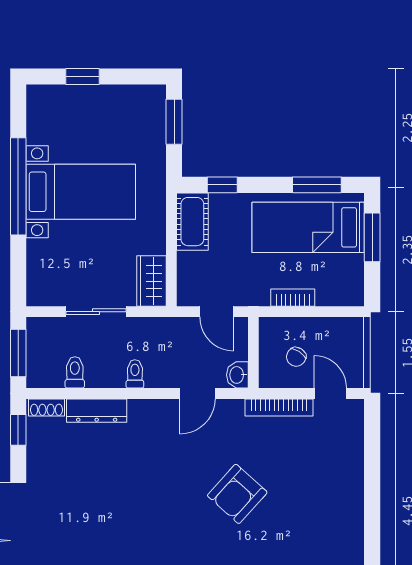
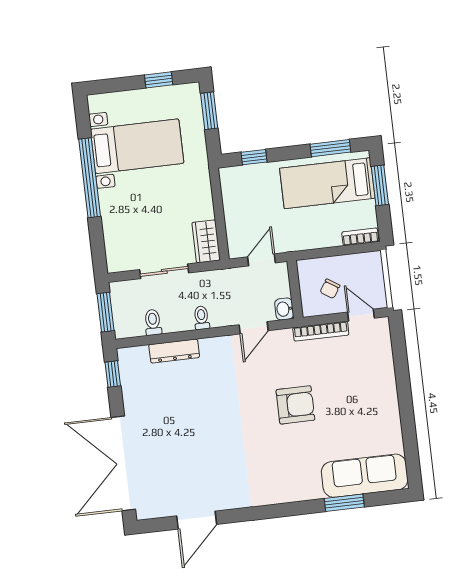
window: (82, 77) -> (159, 80), moved
bed with nightstands: (81, 192) -> (137, 146), moved
cot: (192, 222) -> (233, 190), removed
bookcase: (293, 298) -> (360, 237), moved
door: (217, 312) -> (262, 260), swing flipped
shoe rack: (47, 408) -> (133, 353), removed
armchair: (237, 494) -> (295, 405), turned -132

